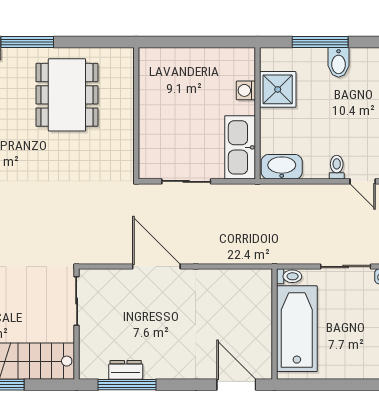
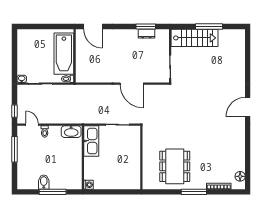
shower: (278, 89) -> (73, 169), removed
washing machine: (246, 90) -> (88, 185), moved
window: (127, 385) -> (146, 27), width x0.69

